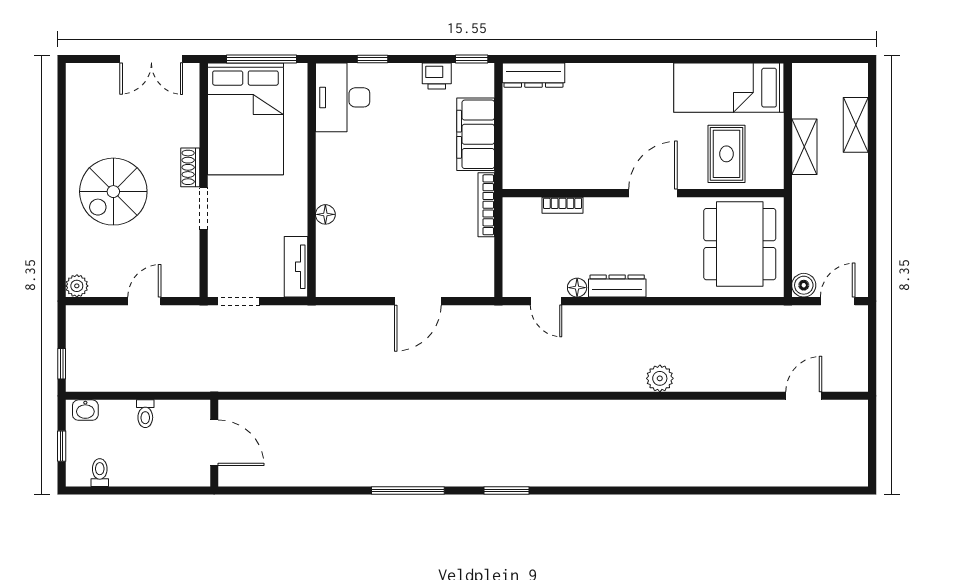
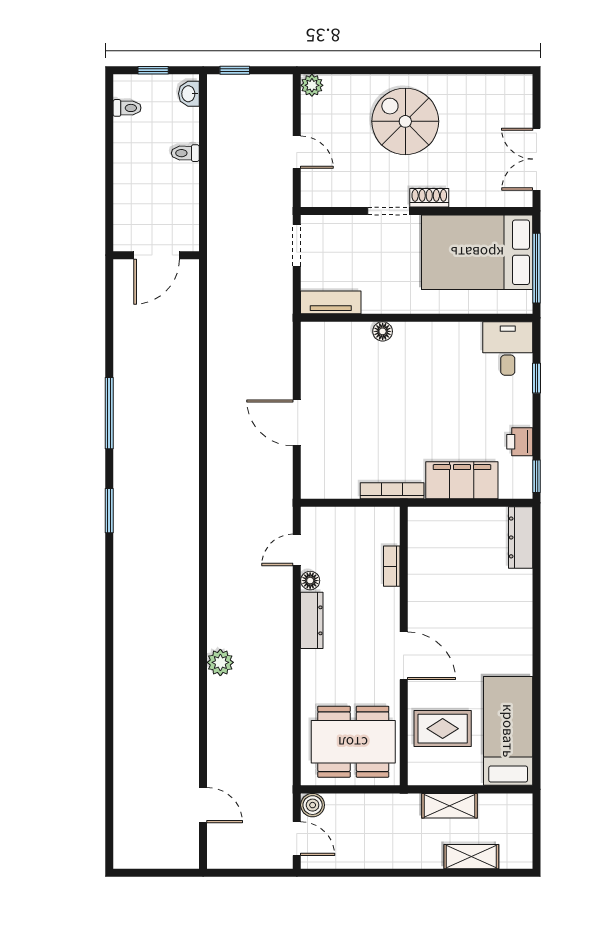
desk: (343, 97) -> (508, 348), width x0.73
door: (214, 443) -> (157, 255), moved
wall: (214, 443) -> (156, 255), moved

